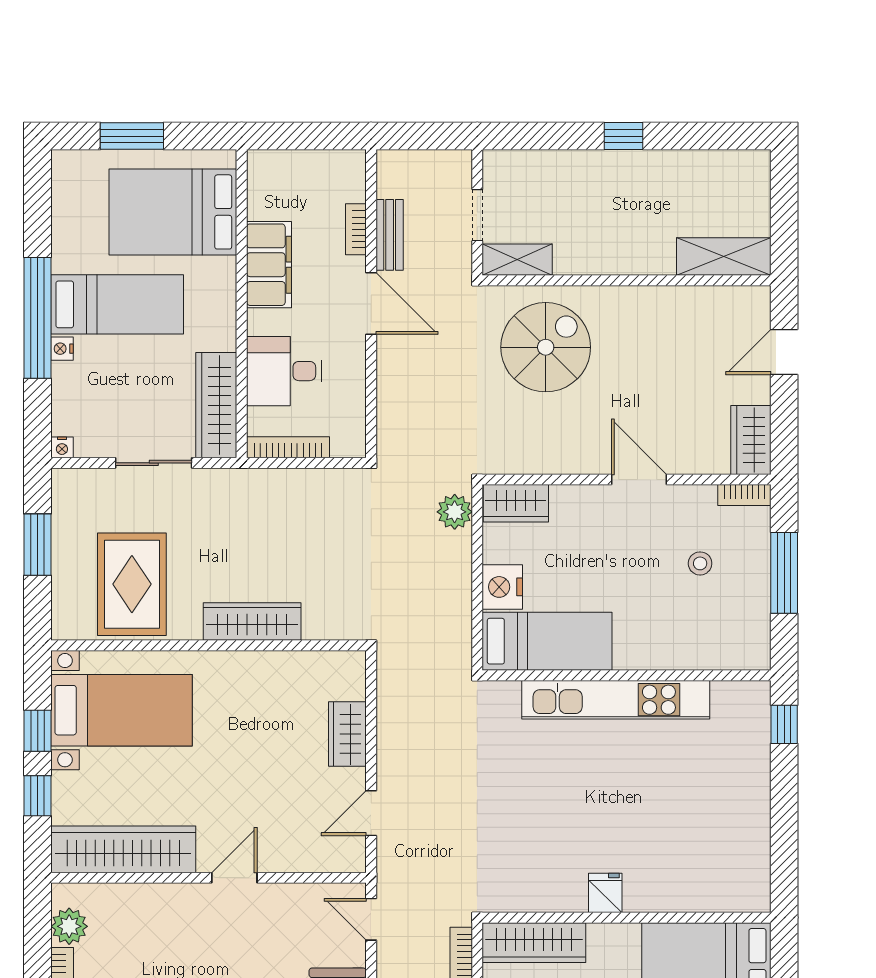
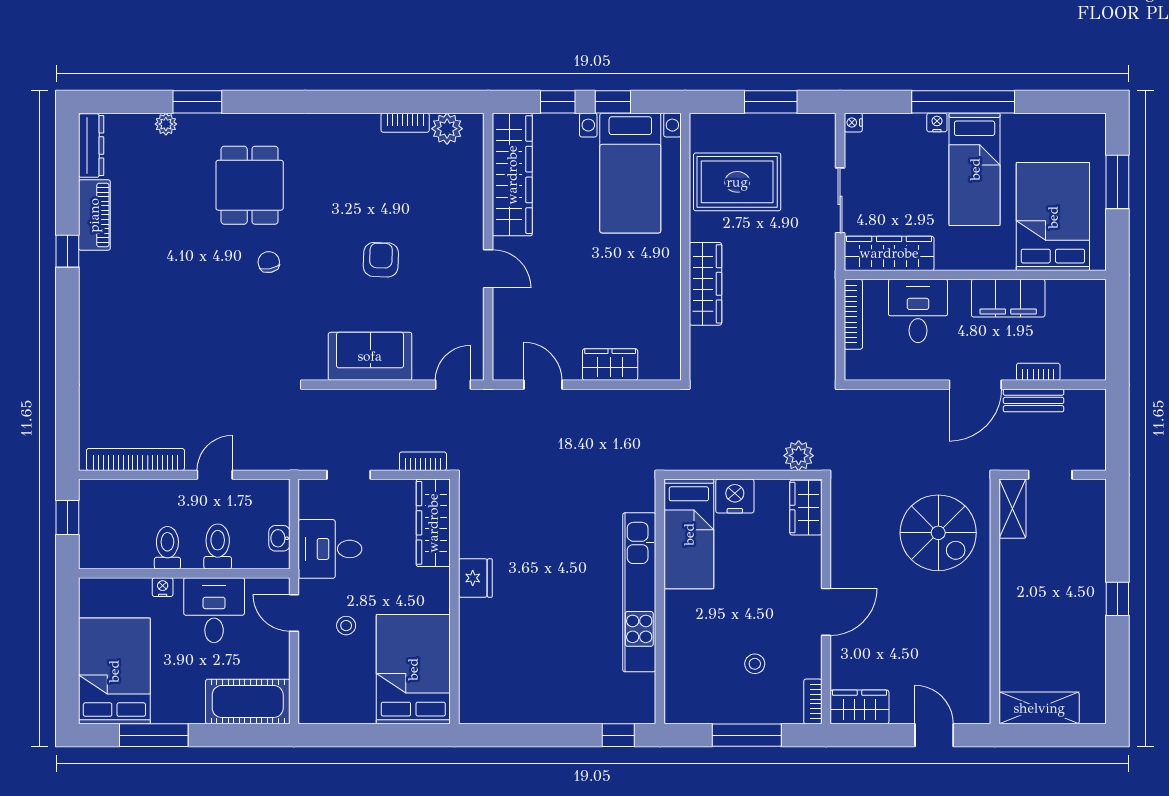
shelving: (724, 257) -> (1039, 708), moved, turned 90
fridge: (605, 893) -> (475, 578), width x1.38

